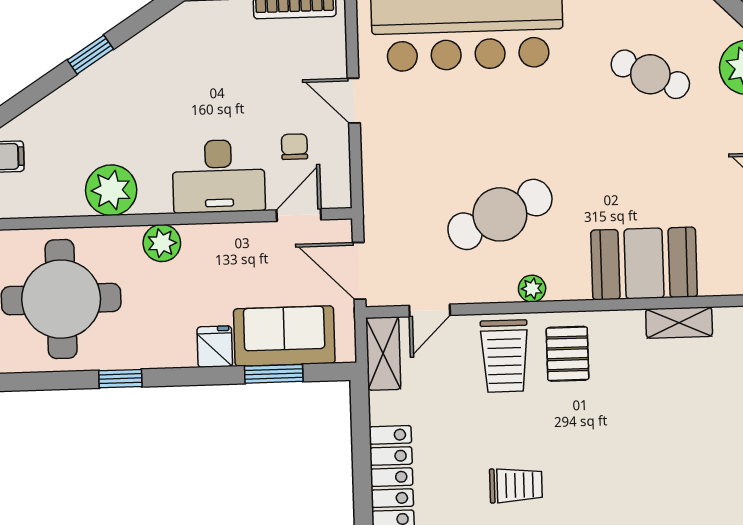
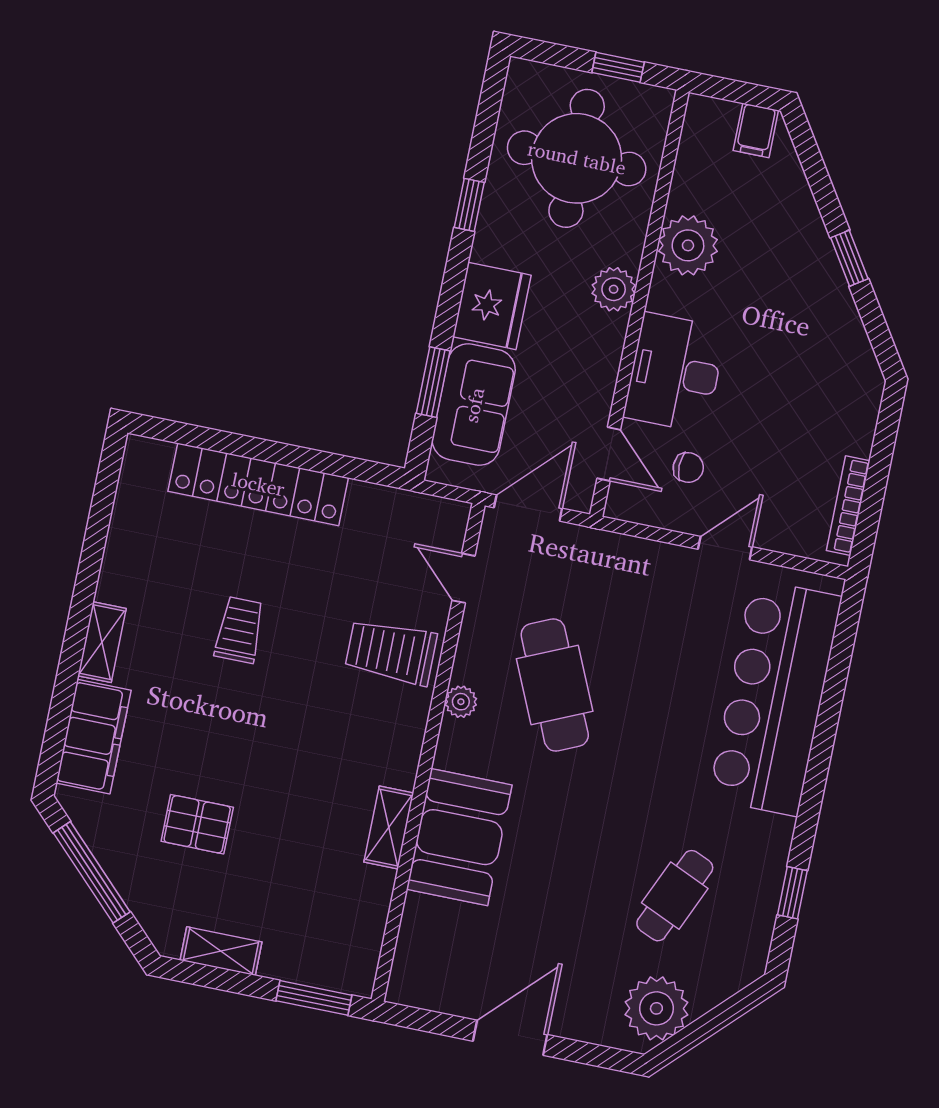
shelving: (679, 323) -> (389, 828), moved
fridge: (215, 347) -> (492, 306), width x1.88, depth x1.34
shelving: (383, 354) -> (427, 513), removed
pallet: (568, 354) -> (197, 824), moved
trolley: (516, 485) -> (239, 630), turned 180

